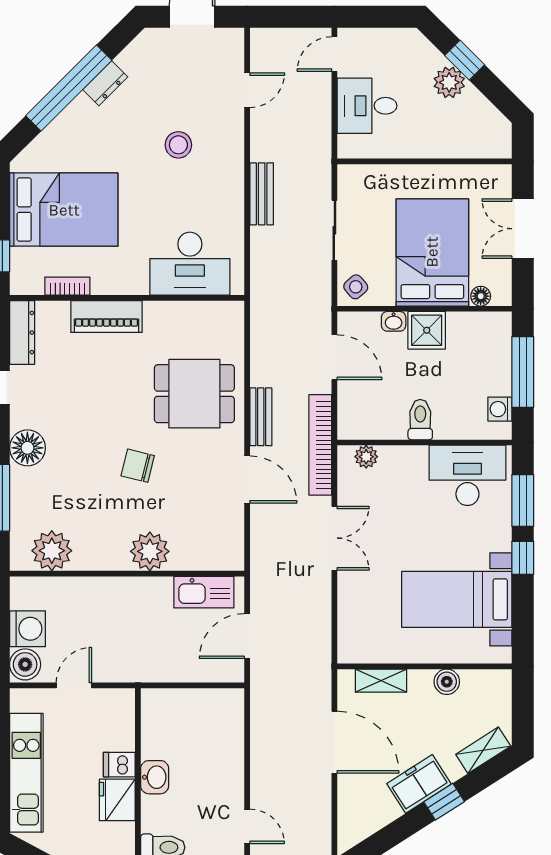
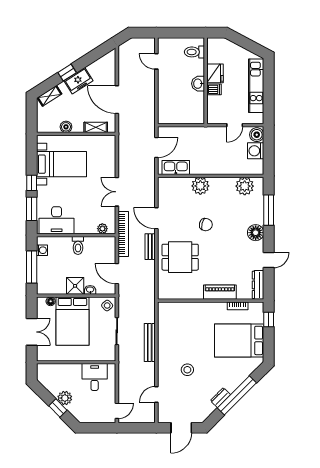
desk: (367, 106) -> (95, 377), moved, turned -90
bench: (262, 194) -> (150, 342), width x1.36
desk: (190, 264) -> (182, 316), removed

